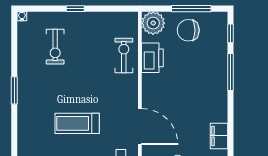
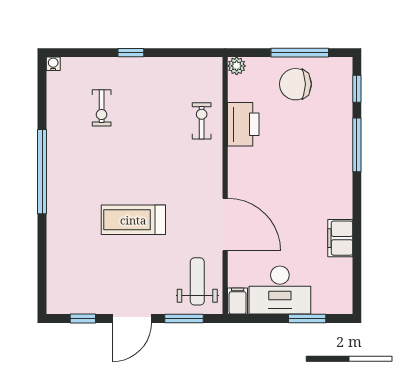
plant: (153, 23) -> (237, 66), width x0.53, depth x0.53
exercise bike: (55, 47) -> (102, 108), width x0.73, depth x0.72
exercise bike: (124, 55) -> (202, 121), width x0.73, depth x0.72
window: (14, 90) -> (42, 172), width x2.11

